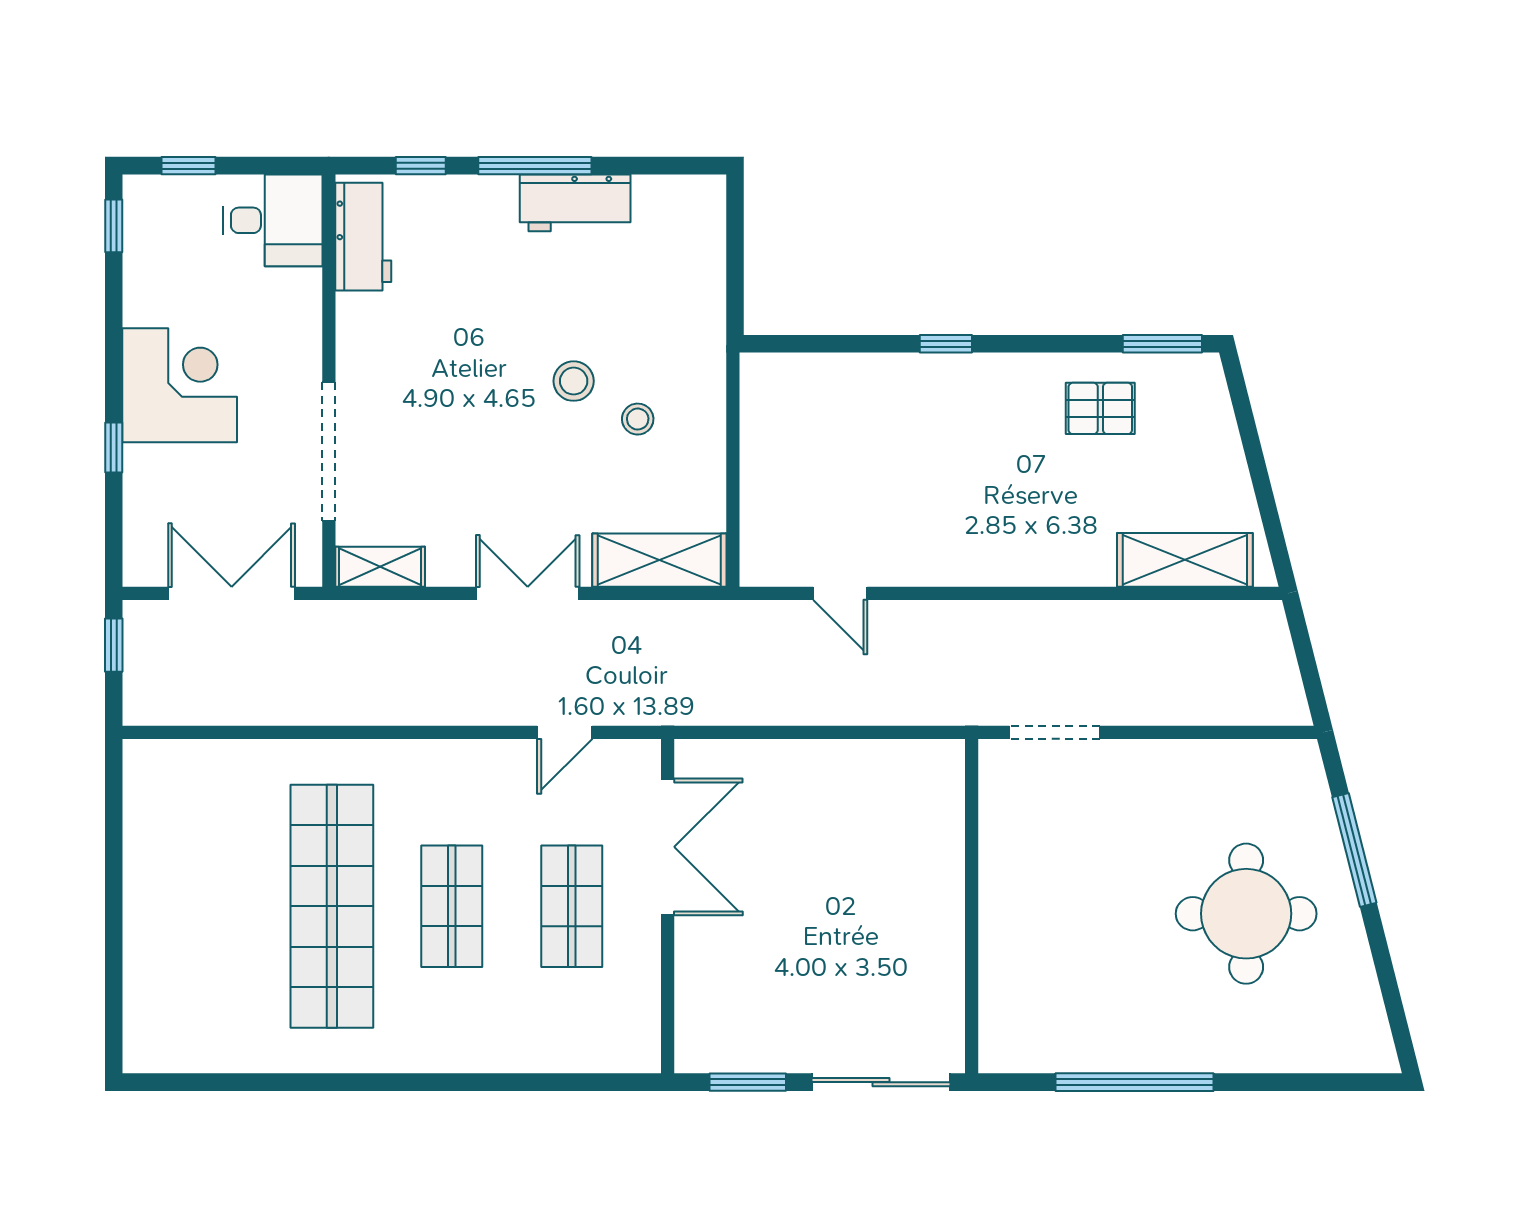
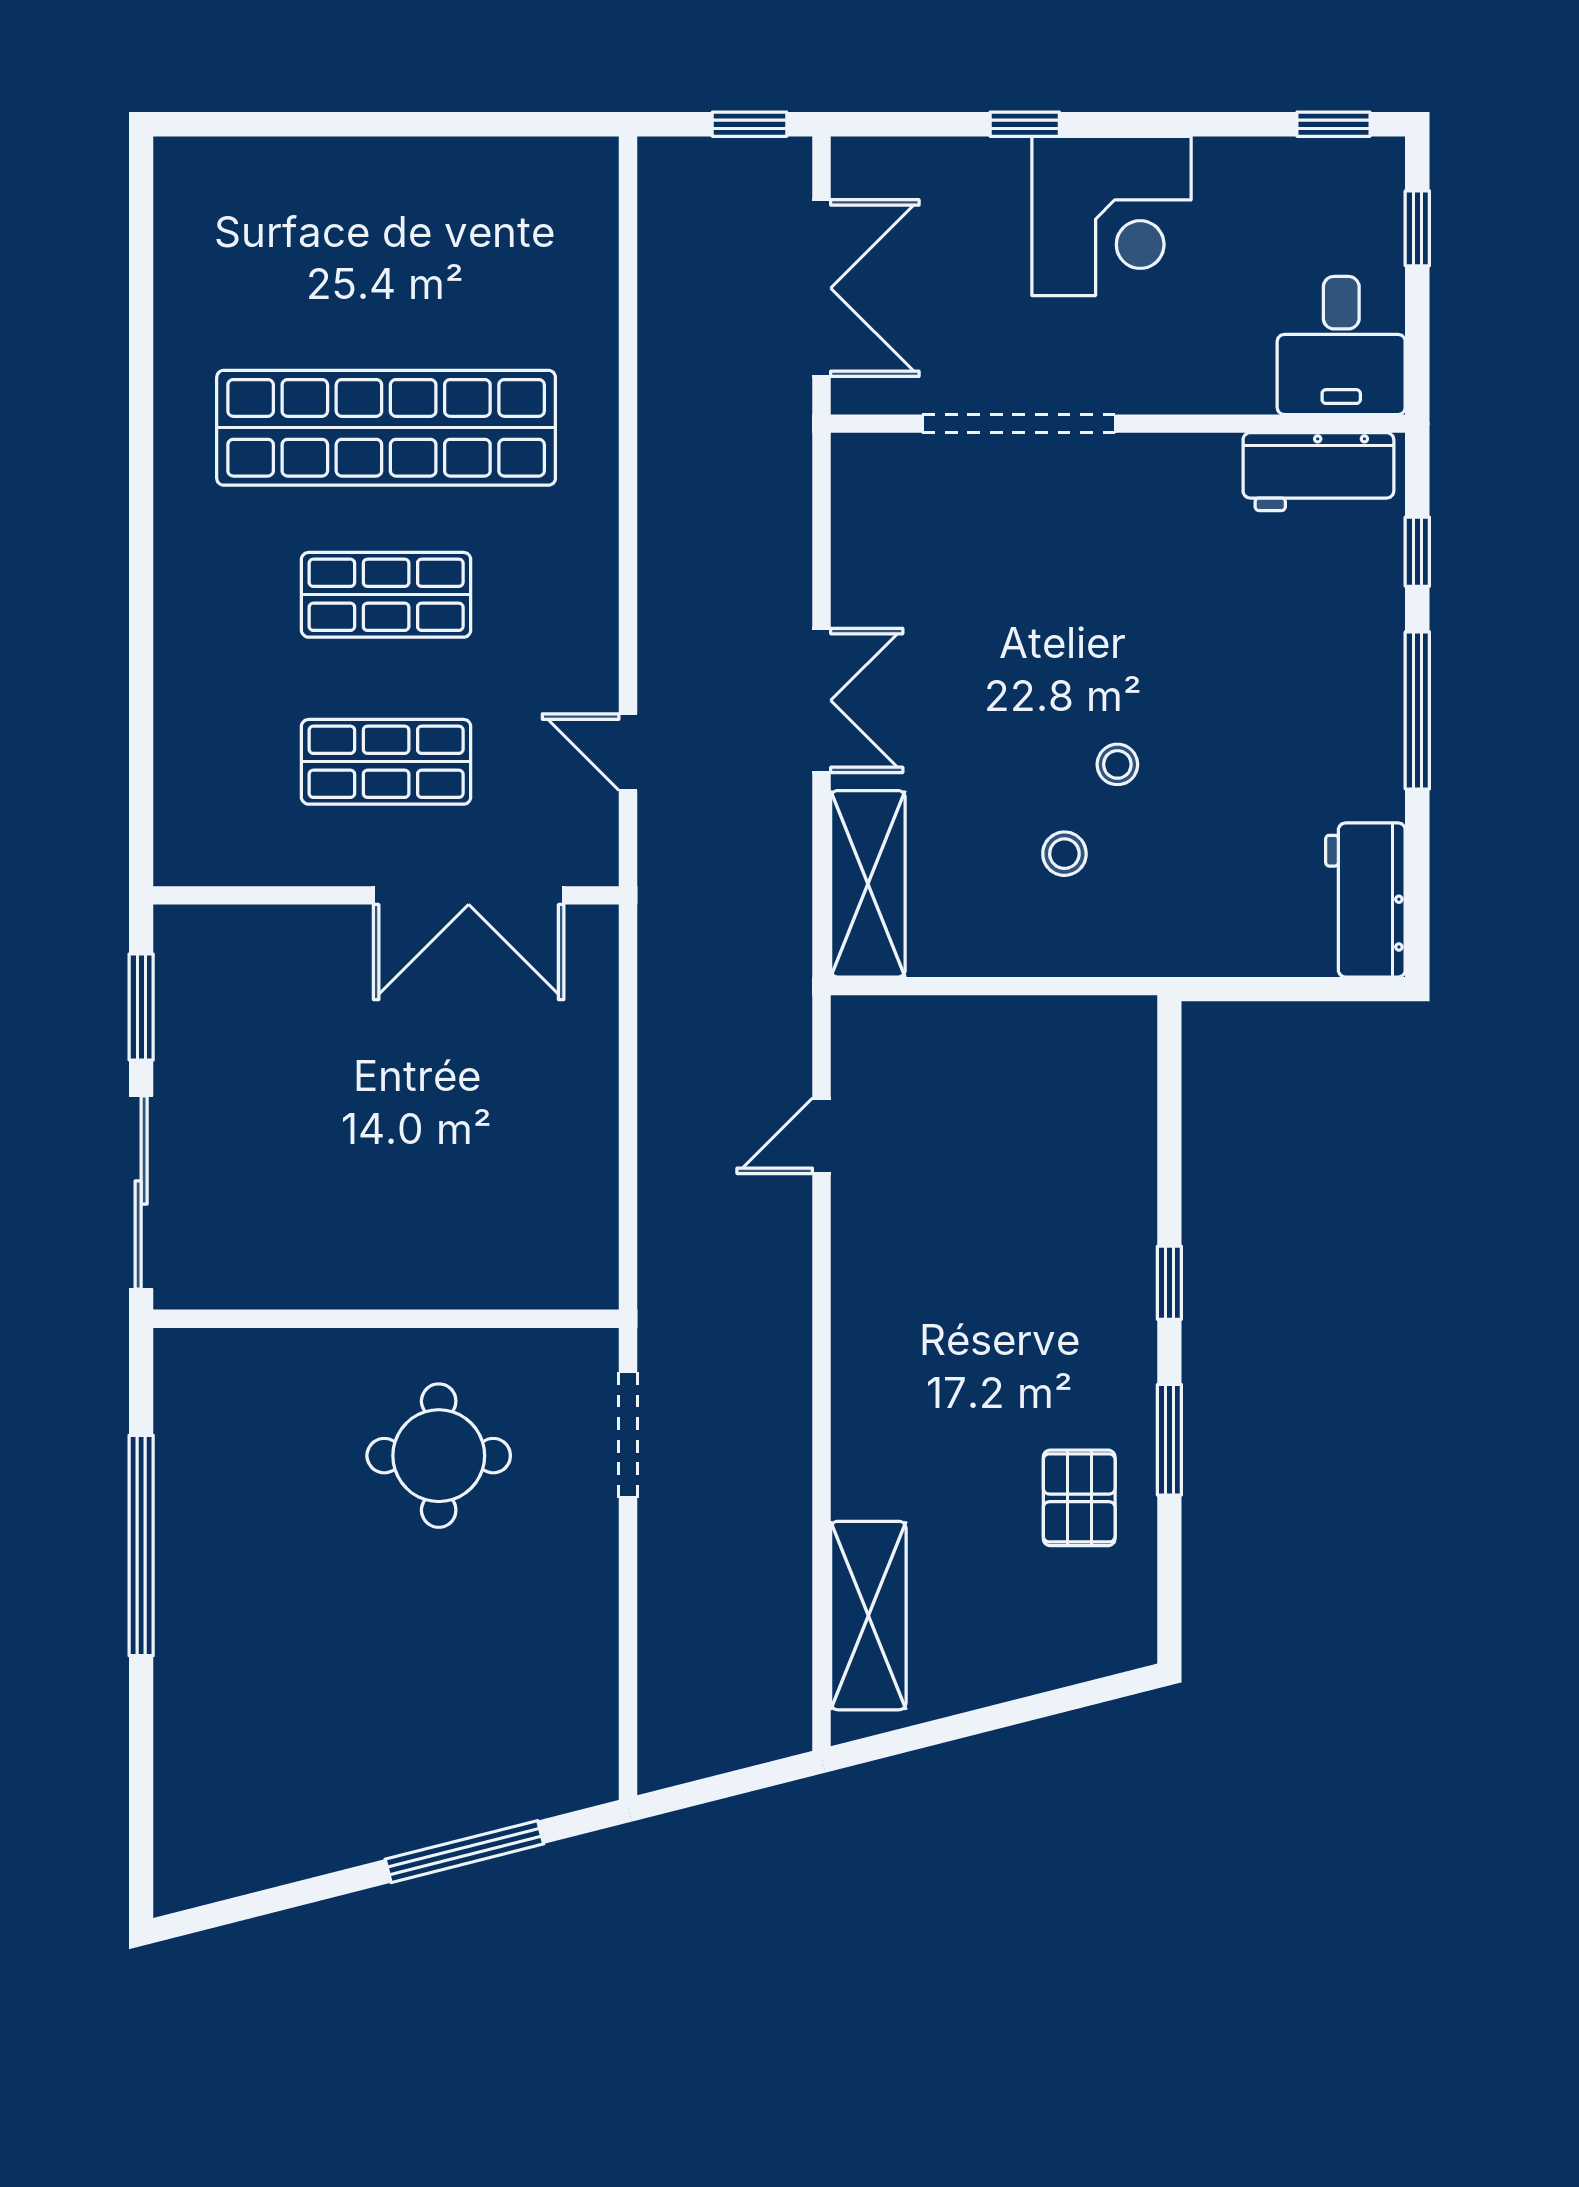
workbench: (575, 203) -> (1365, 900), moved
window: (1162, 344) -> (1169, 1440), moved
stool: (574, 381) -> (1117, 764), width x0.73, depth x0.73
shelving: (380, 567) -> (859, 495), removed
round table: (1246, 914) -> (439, 1456), moved, width x0.73, depth x0.73

